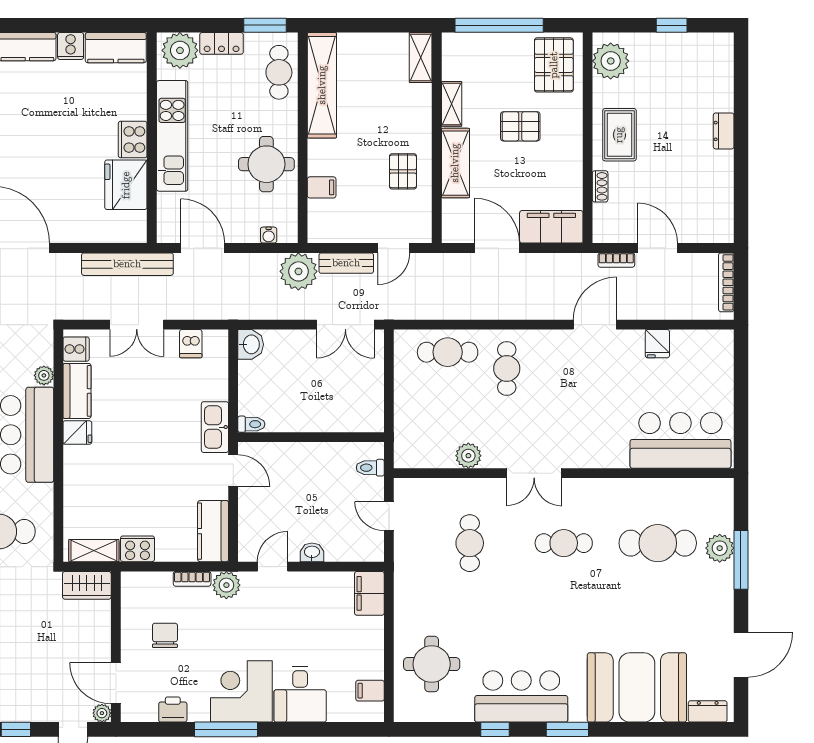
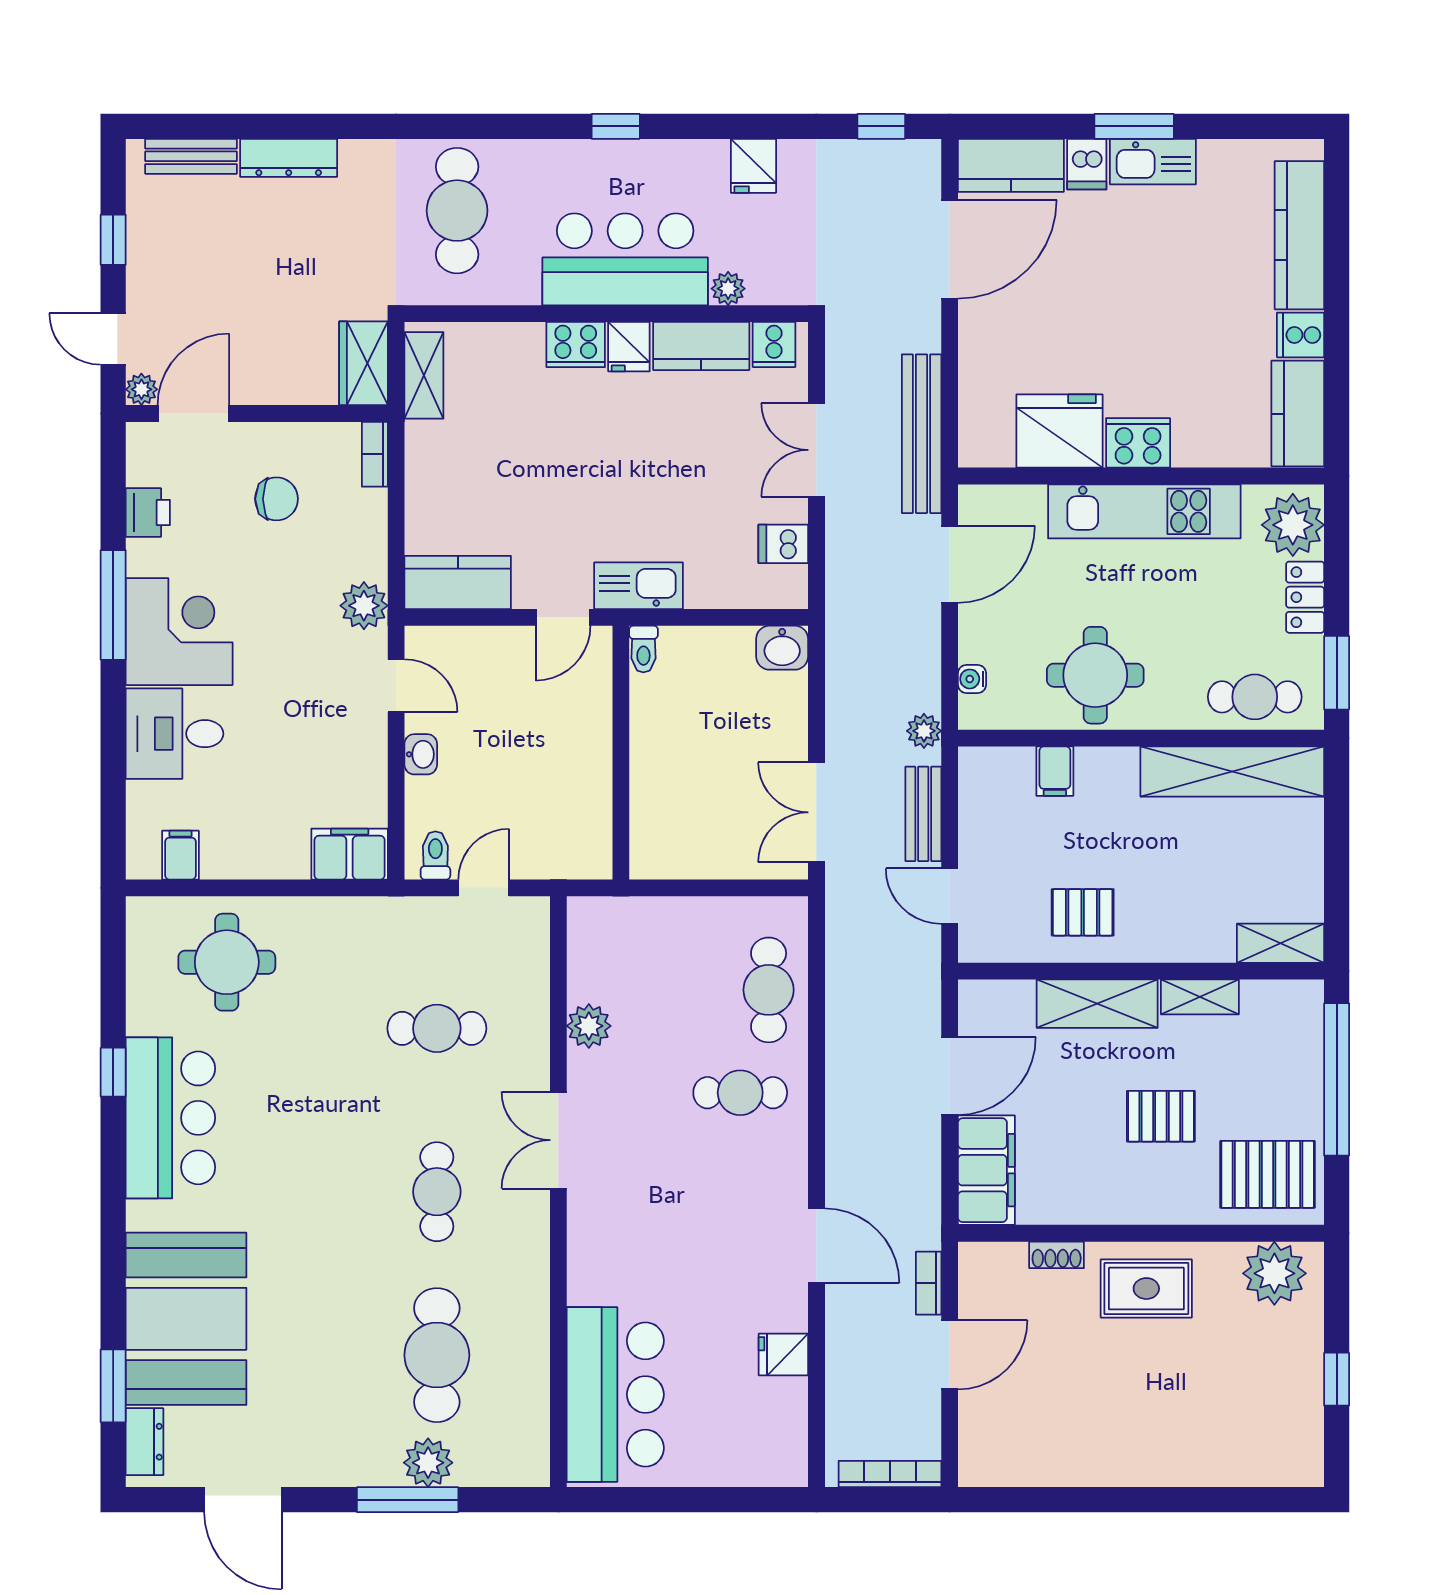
pallet: (520, 126) -> (1161, 1116), turned 90
dresser: (724, 131) -> (1153, 1469), removed
plant: (298, 271) -> (924, 731), width x0.53, depth x0.53
toilet: (370, 468) -> (435, 855), moved
cooker: (137, 549) -> (576, 345), moved, turned 90
bookcase: (192, 579) -> (375, 454), moved
window: (567, 729) -> (113, 1386), moved

